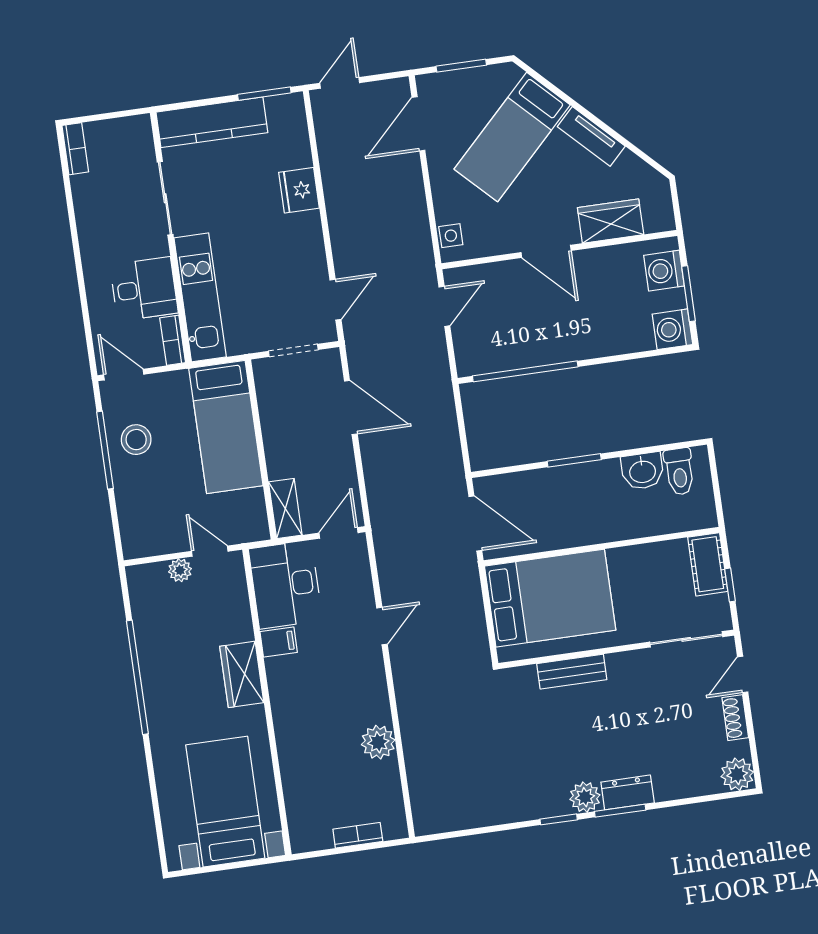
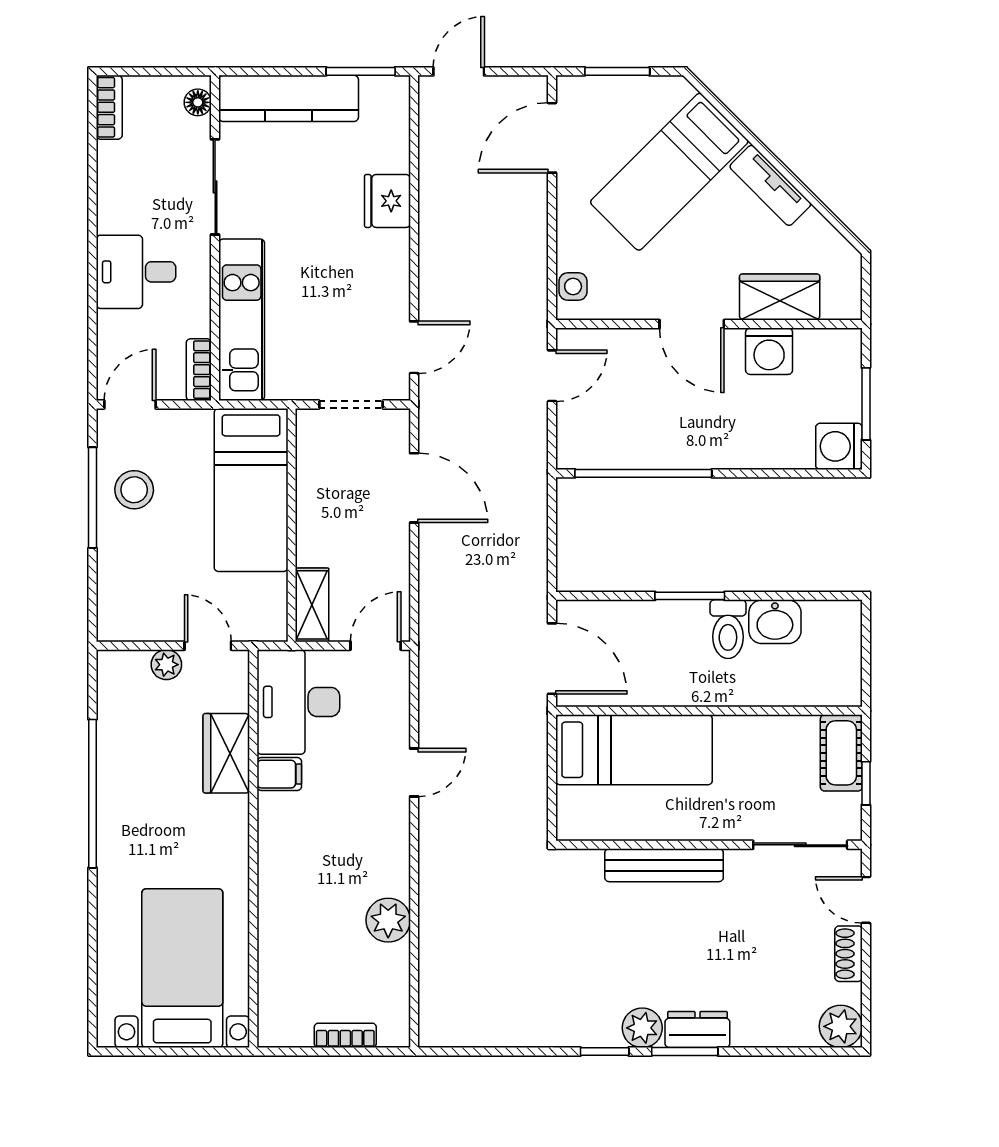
floor lamp: (143, 135) -> (198, 102), added
washing machine: (664, 271) -> (769, 351), moved, turned -90
desk: (144, 289) -> (136, 272), moved, turned 180
door: (124, 375) -> (130, 404), hinge flipped
toilet: (679, 471) -> (728, 629), moved
bed: (550, 598) -> (634, 750), width x0.67
bench: (572, 672) -> (664, 865), width x1.36
wardrobe: (242, 674) -> (226, 753), moved
door: (743, 674) -> (866, 900), hinge flipped

